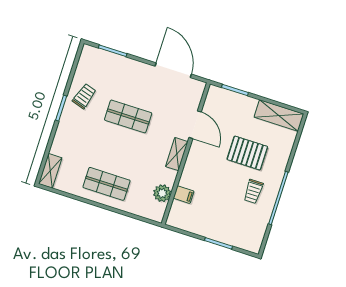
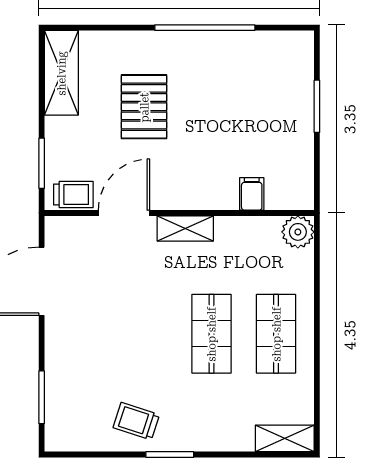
shop shelf: (128, 116) -> (211, 334), moved
trolley: (253, 191) -> (73, 194), moved
plant: (162, 193) -> (298, 232), moved

